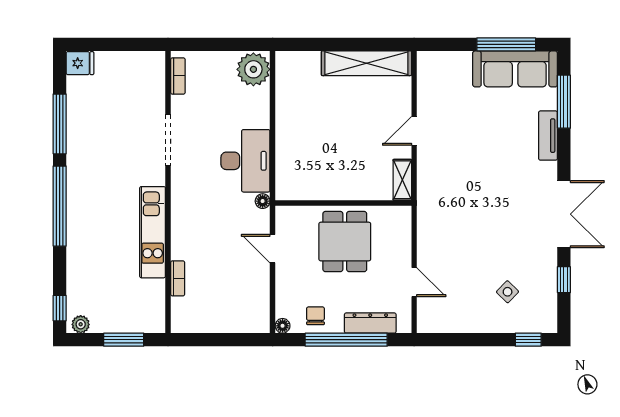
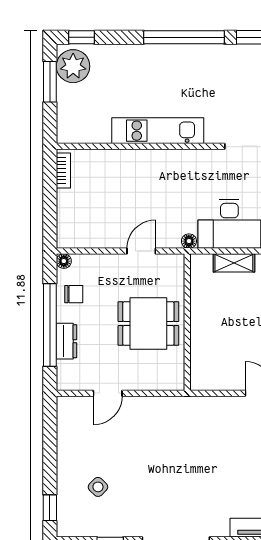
shelving: (402, 180) -> (234, 263), moved
bookcase: (178, 278) -> (63, 171), moved, turned -90
dresser: (370, 323) -> (67, 341), width x0.70
plant: (81, 324) -> (73, 66), width x1.87, depth x1.87
window: (124, 340) -> (50, 82), moved

